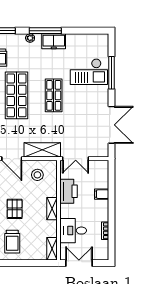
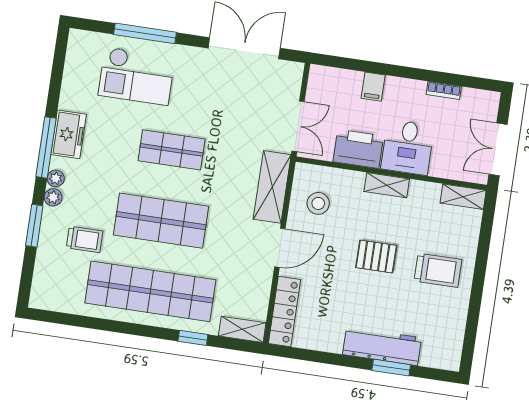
plant: (20, 38) -> (53, 197), added
checkout: (89, 72) -> (137, 76), turned 90
desk: (73, 231) -> (408, 147), moved

